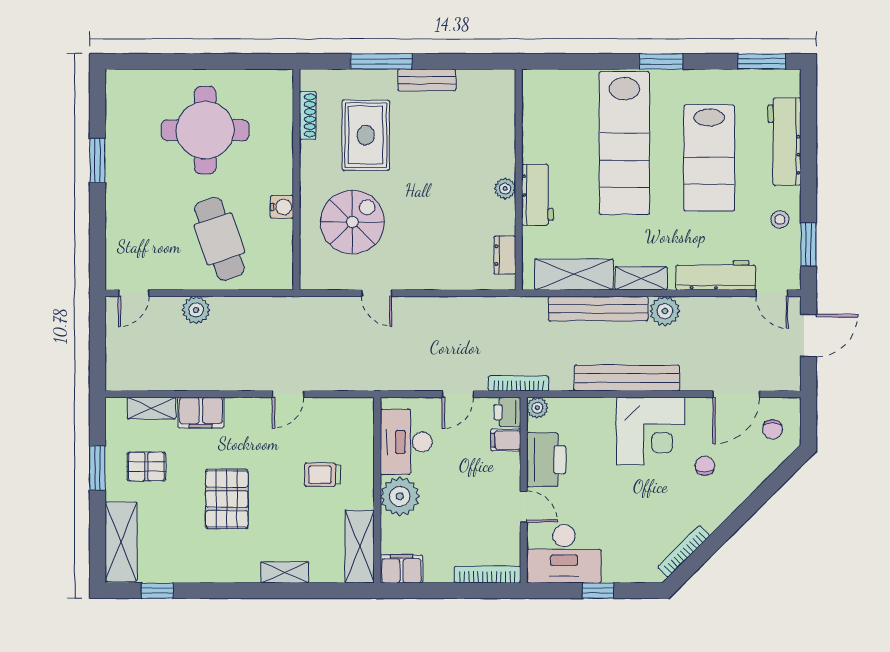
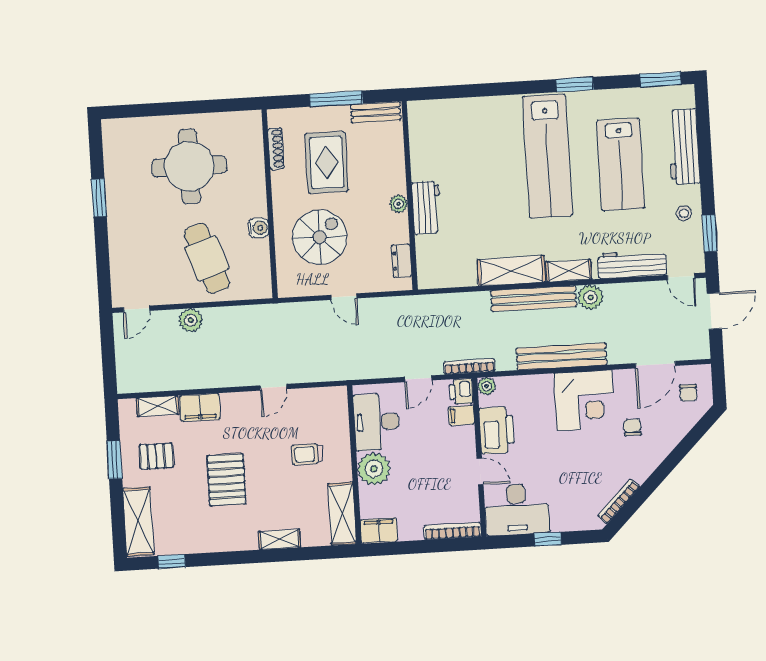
wall: (519, 180) -> (410, 195), moved
plant: (505, 189) -> (399, 204), moved
workbench: (537, 195) -> (426, 208), moved
dresser: (505, 255) -> (402, 261), moved

